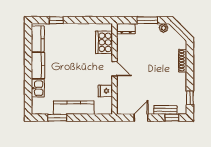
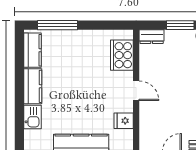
window: (56, 20) -> (57, 25), width x2.17

